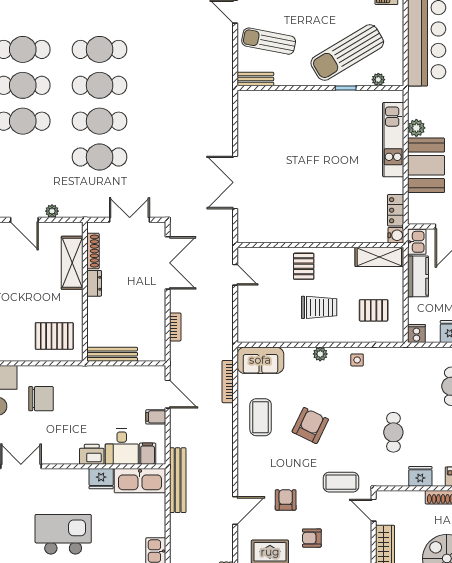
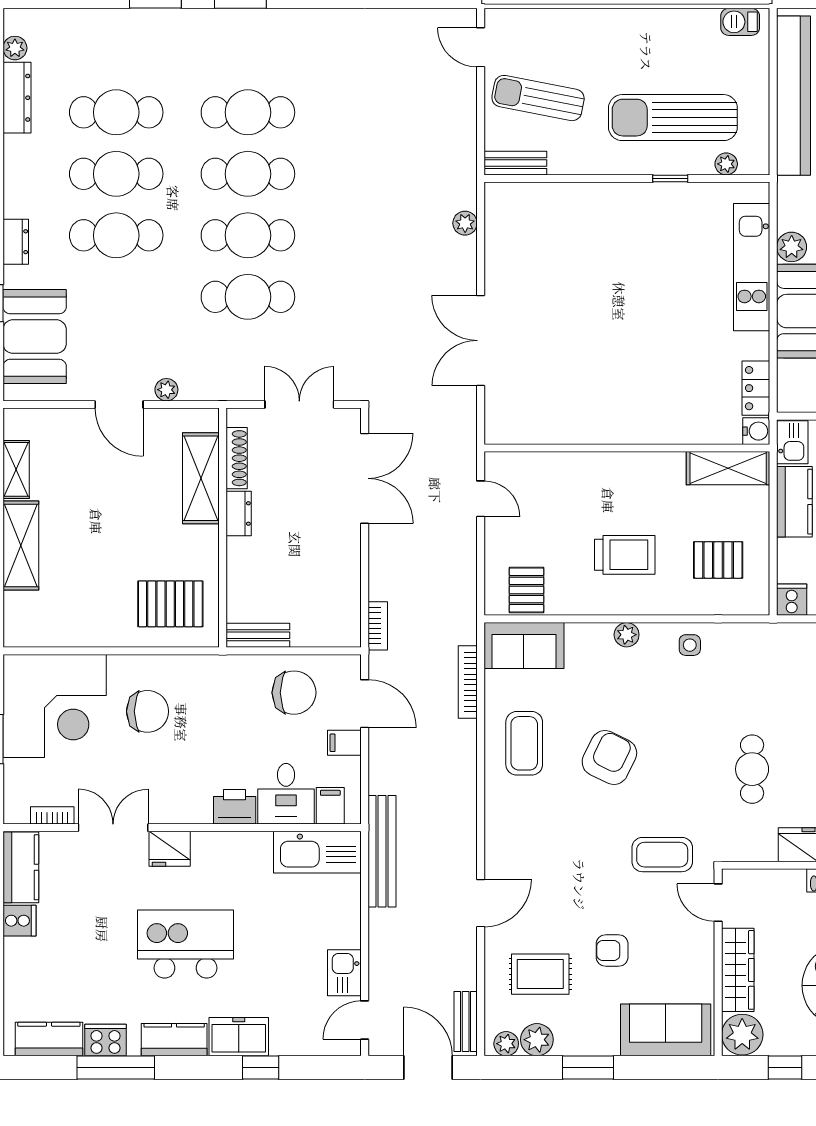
sun lounger: (347, 53) -> (673, 118), turned 31
plant: (226, 114) -> (465, 223), added
pallet: (304, 266) -> (526, 590), moved
bookcase: (175, 327) -> (378, 626), moved
bench: (112, 354) -> (258, 635), width x0.73
chair: (126, 388) -> (294, 693), added
fridge: (101, 479) -> (170, 849), moved
armchair: (286, 500) -> (567, 885), removed

